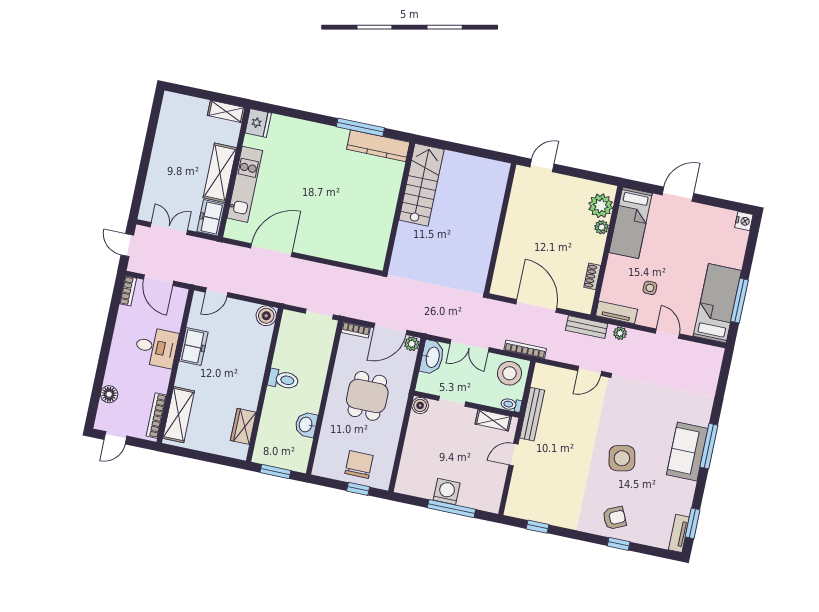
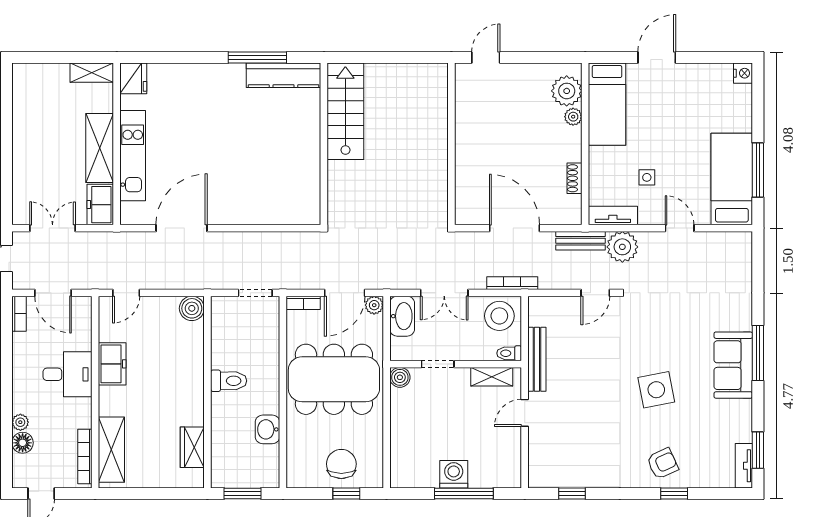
plant: (620, 333) -> (622, 247), width x1.87, depth x1.87
plant: (111, 378) -> (20, 422), added
dining table: (367, 396) -> (334, 379), width x1.88, depth x1.24

